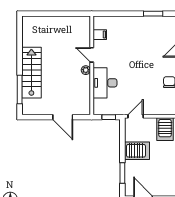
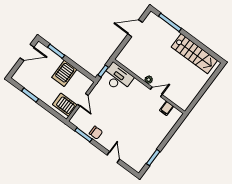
stairs: (31, 73) -> (194, 54), moved
desk: (105, 83) -> (118, 78), moved
door: (136, 116) -> (83, 100), moved
door: (63, 117) -> (135, 28), moved

